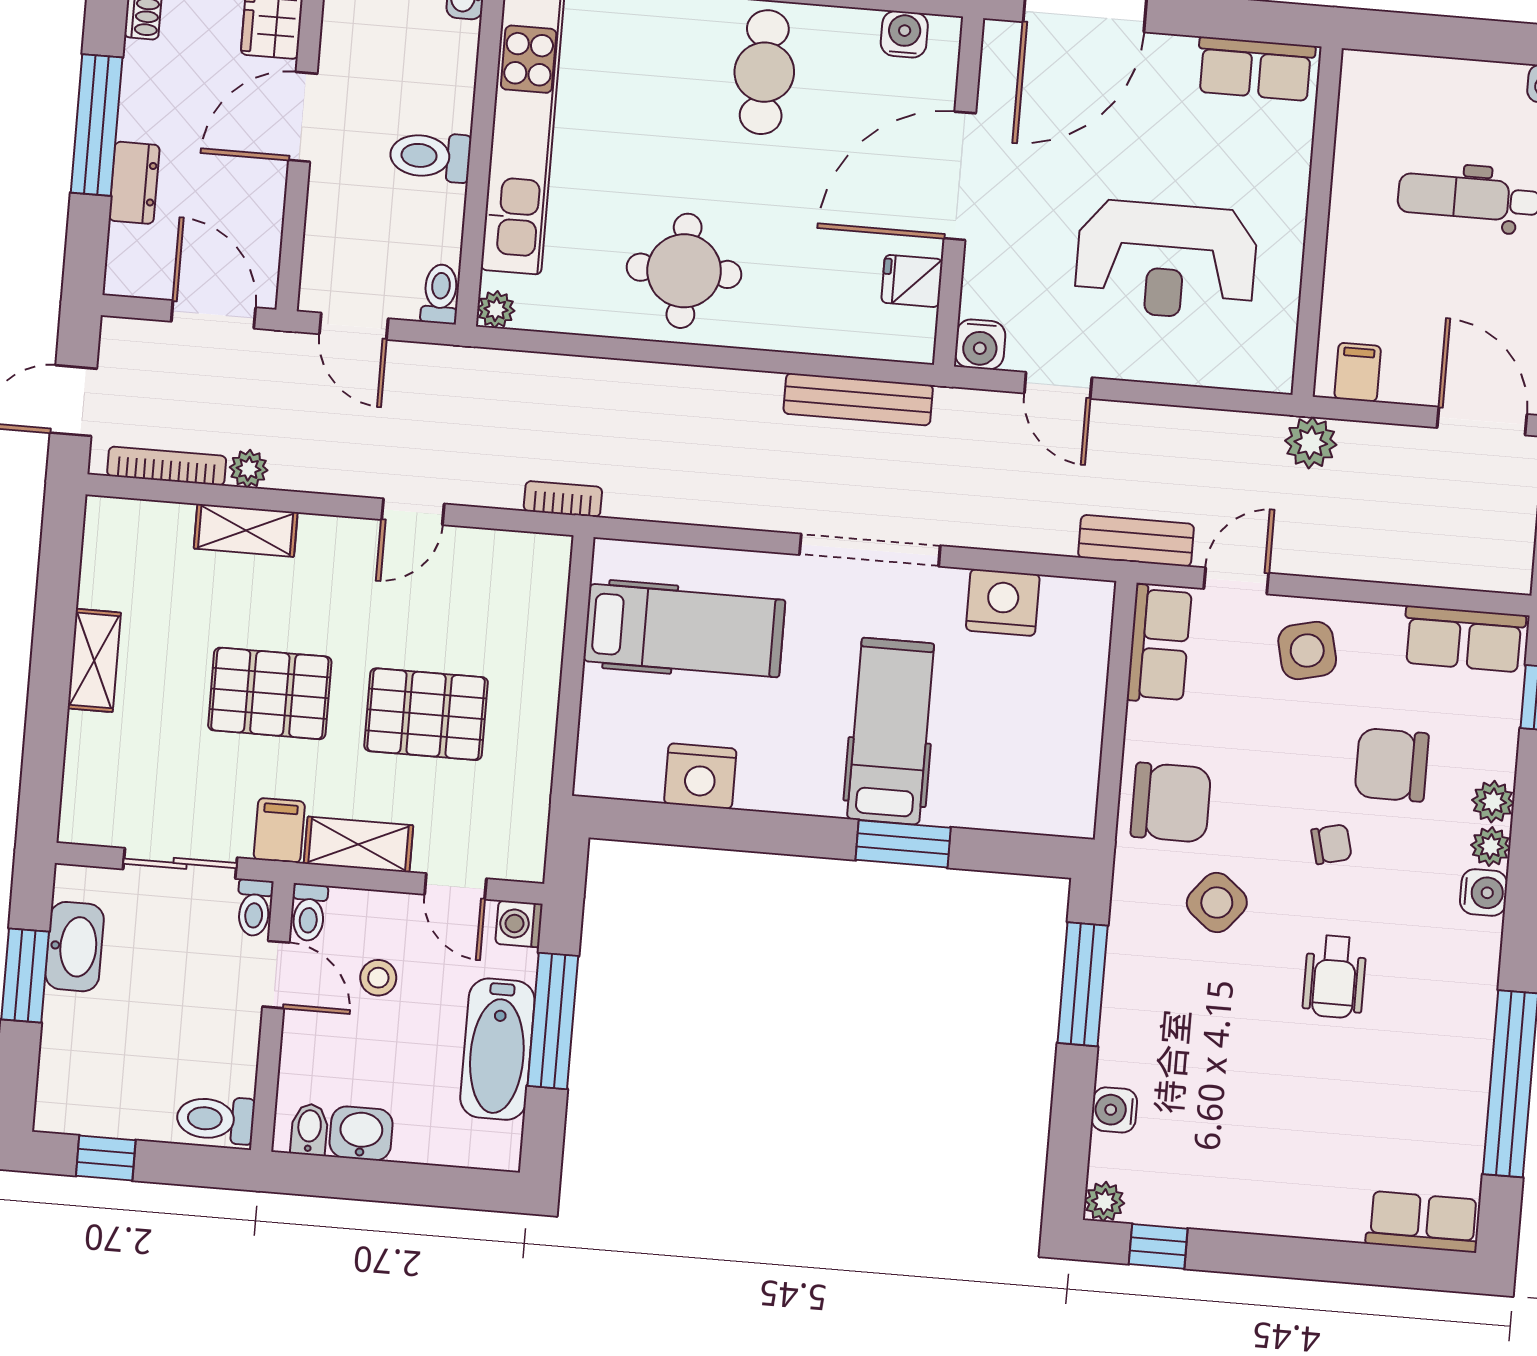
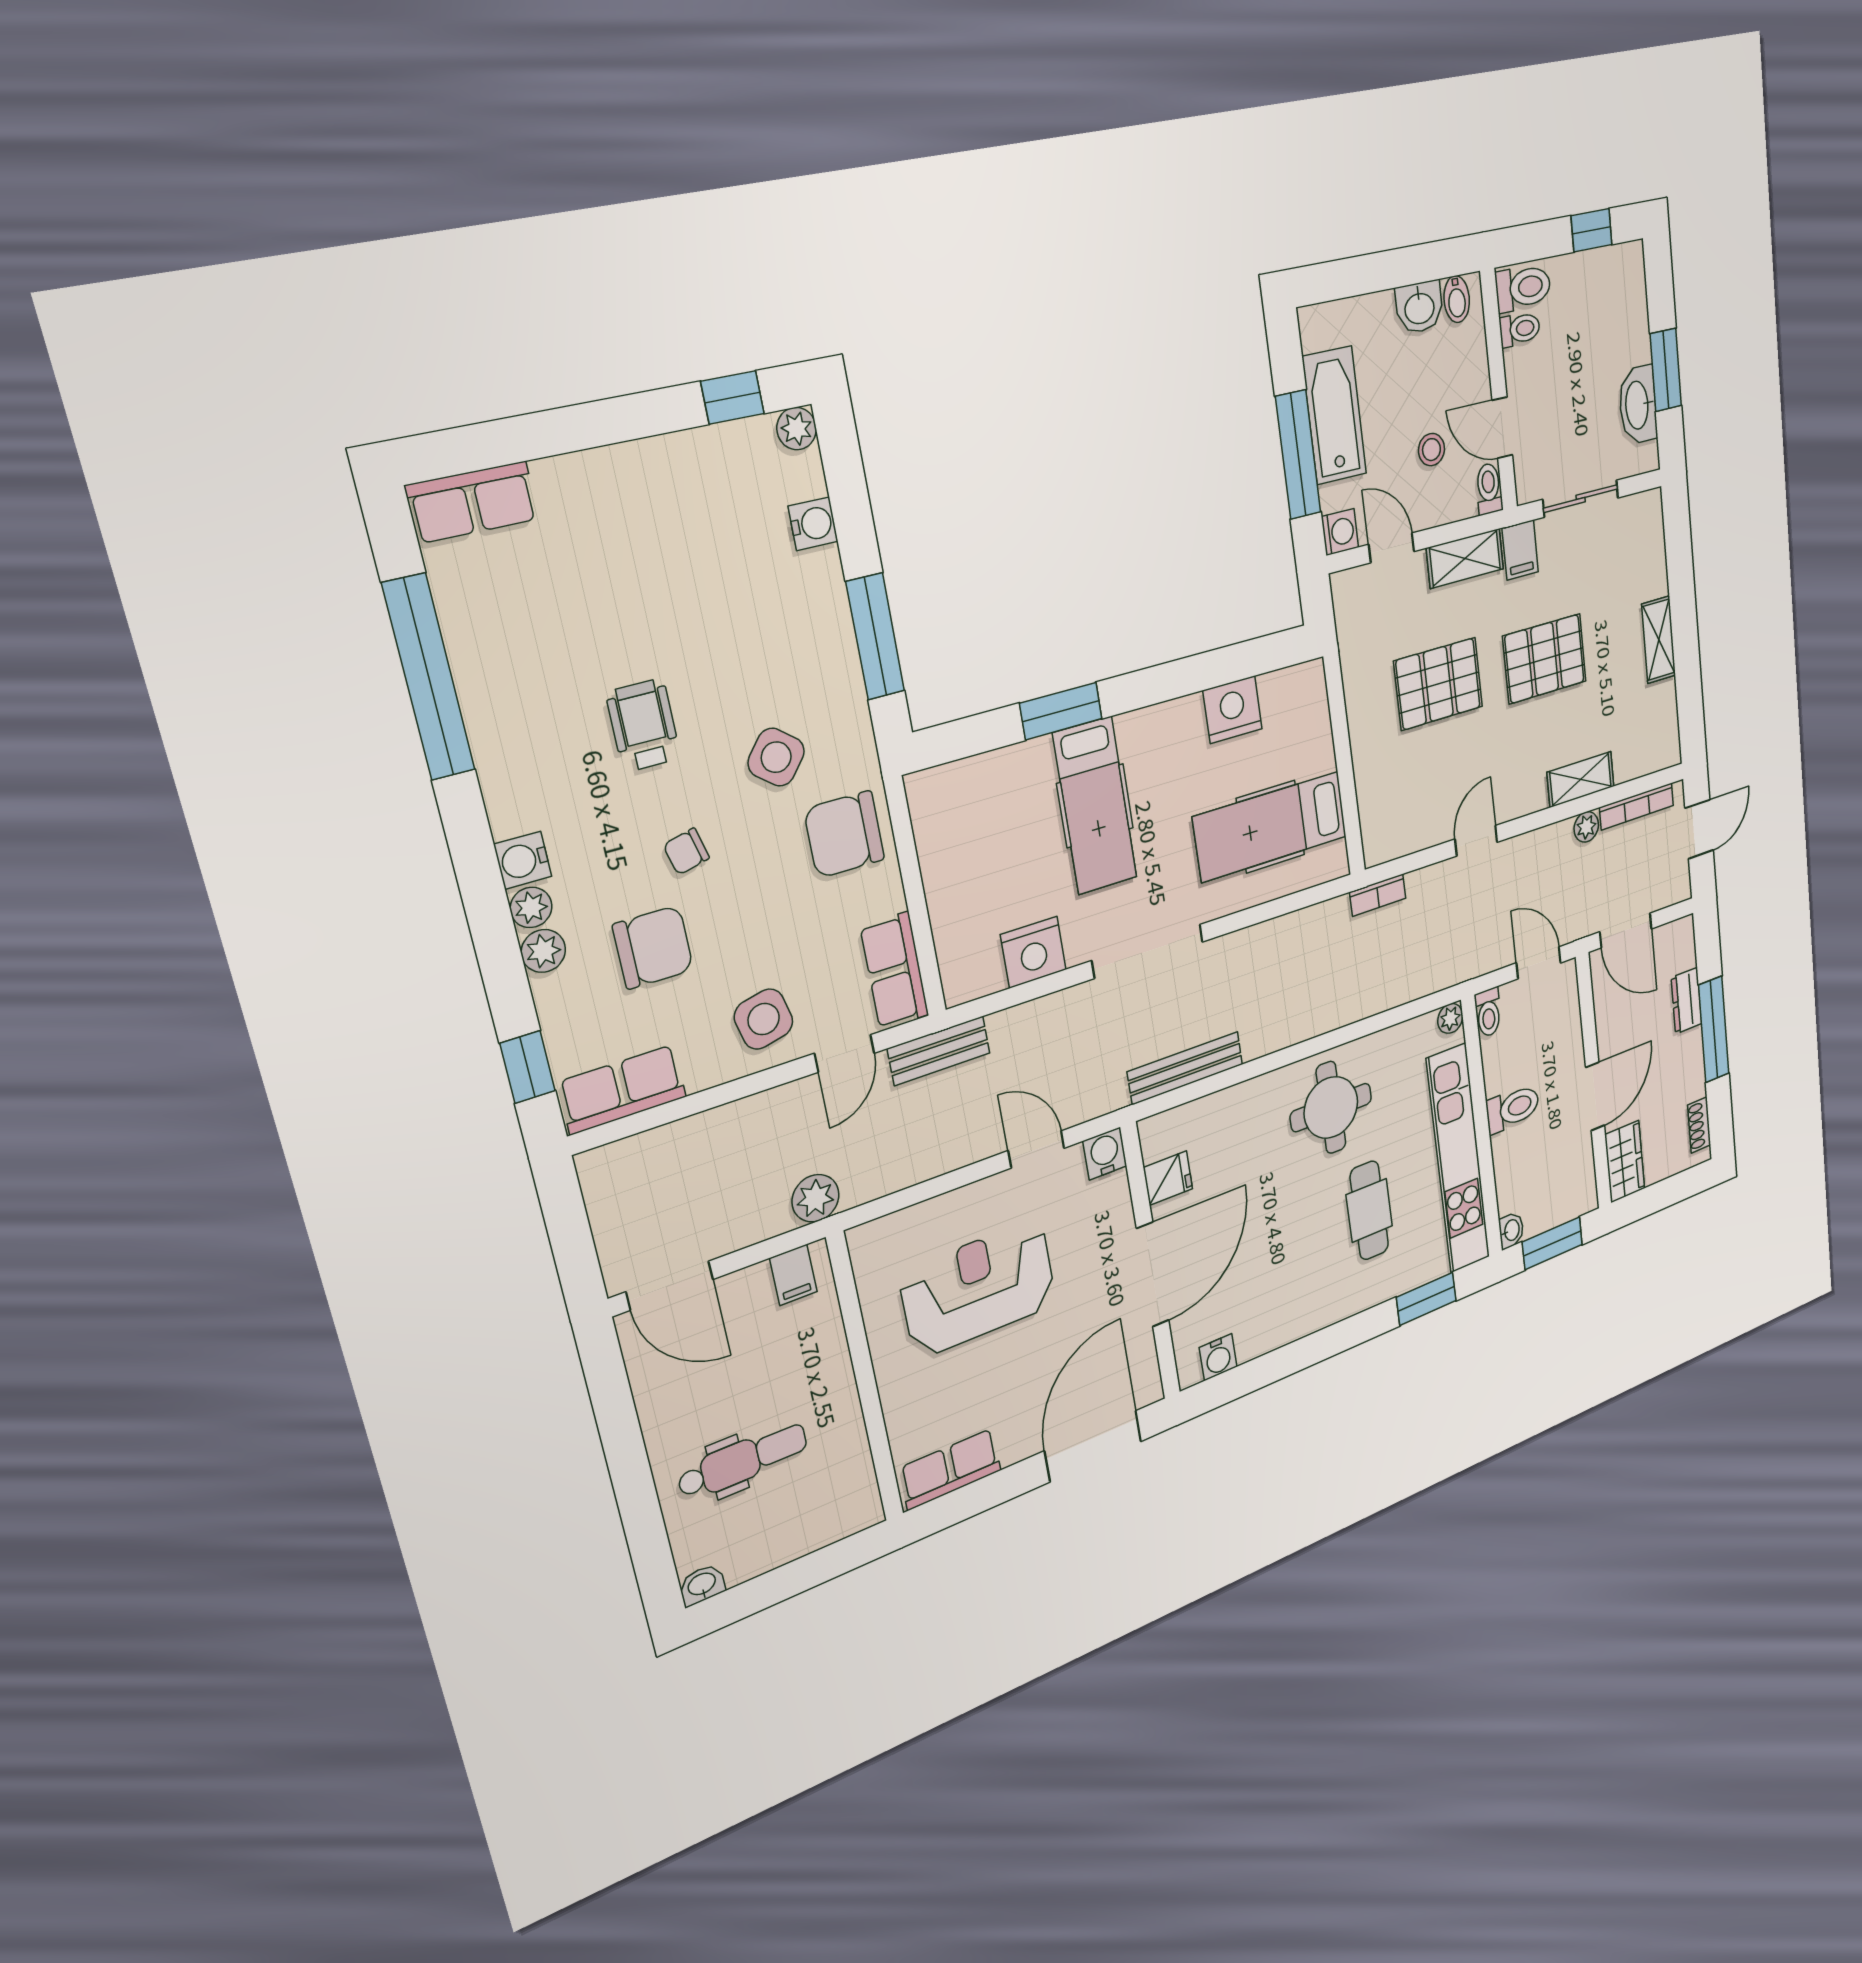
cafe table: (764, 72) -> (1369, 1210), moved
toilet: (254, 908) -> (1520, 329), moved, turned 90

